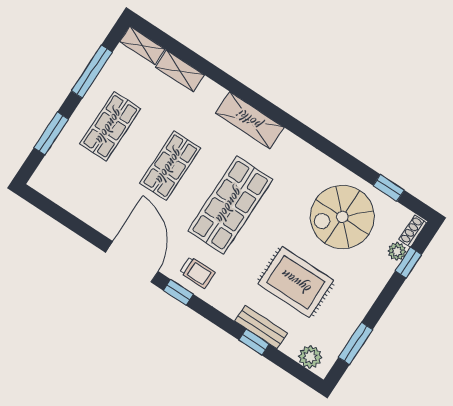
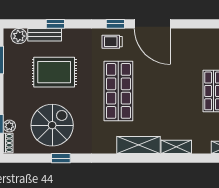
shelving: (180, 71) -> (176, 147), moved
shop shelf: (170, 166) -> (166, 91), removed
window: (389, 188) -> (61, 158), moved
bench: (261, 327) -> (45, 35), moved

